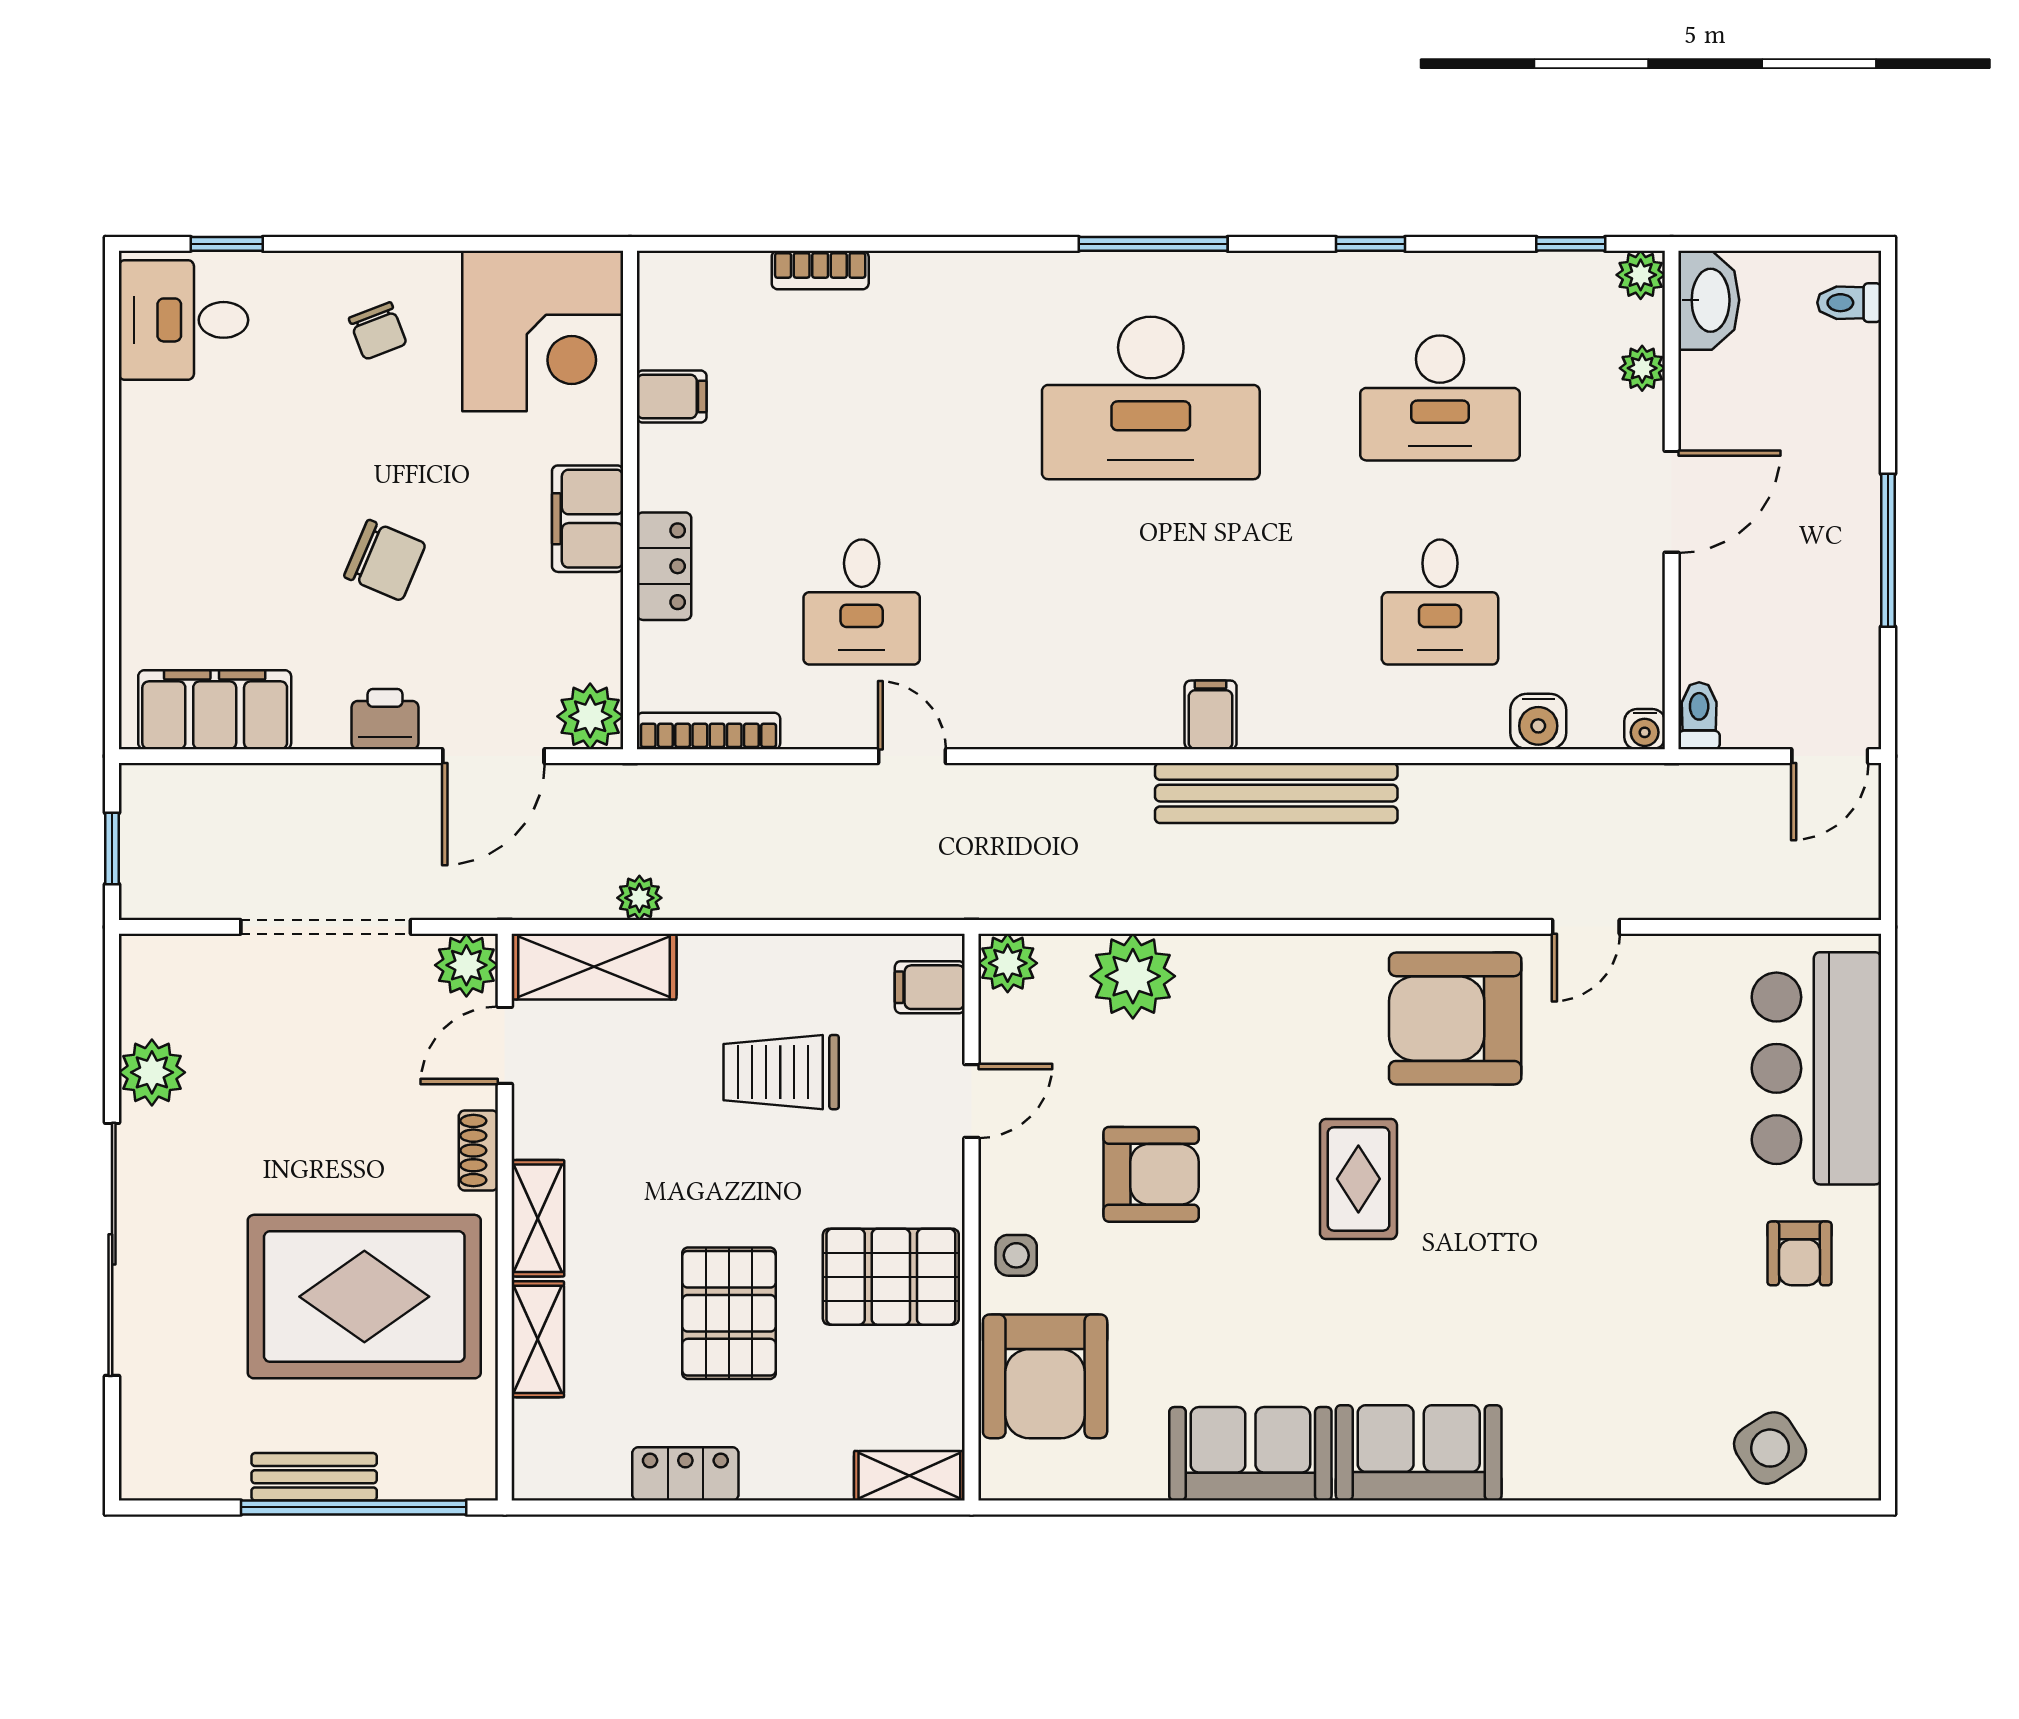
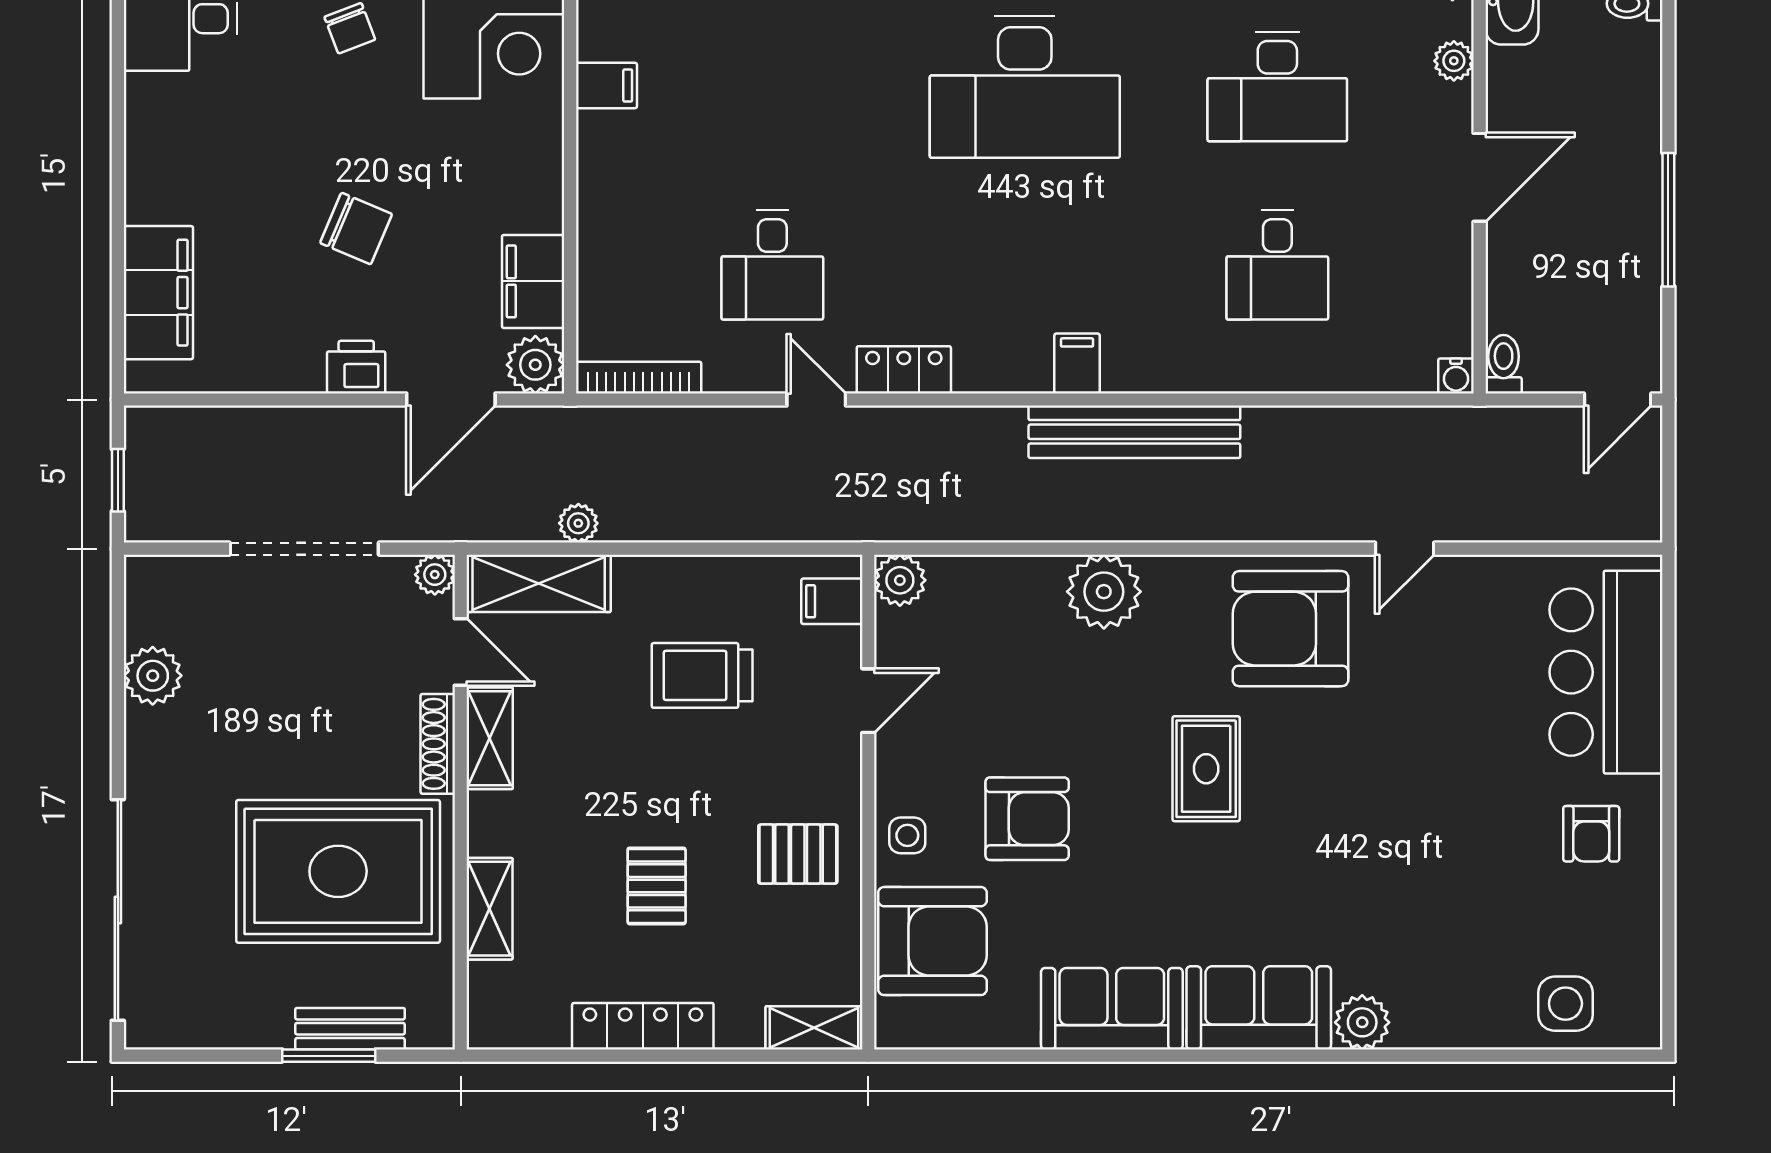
filing cabinet: (588, 519) -> (533, 281), moved
locker: (664, 566) -> (904, 370), moved, turned -90
filing cabinet: (215, 710) -> (158, 293), moved, turned 90
water cooler: (1538, 721) -> (1363, 369), removed
plant: (466, 965) -> (435, 575), width x0.73, depth x0.73
plant: (1133, 976) -> (1104, 592), moved
door: (505, 1045) -> (461, 652), swing flipped
shoe rack: (478, 1150) -> (438, 744), width x1.43
armchair: (1151, 1174) -> (1027, 819), moved
shelving: (538, 1218) -> (490, 738), moved
sliding door: (112, 1249) -> (118, 910), moved
pallet: (891, 1277) -> (798, 854), width x0.67, depth x0.71
pallet: (729, 1313) -> (657, 886), width x0.67, depth x0.71
armchair: (1045, 1376) -> (932, 941), turned -90
side table: (1770, 1448) -> (1565, 1004), turned 33
plant: (1537, 1469) -> (1362, 1022), added
locker: (685, 1474) -> (643, 1026), width x1.53
bench: (314, 1477) -> (350, 1029), moved
window: (354, 1507) -> (329, 1056), width x0.47

